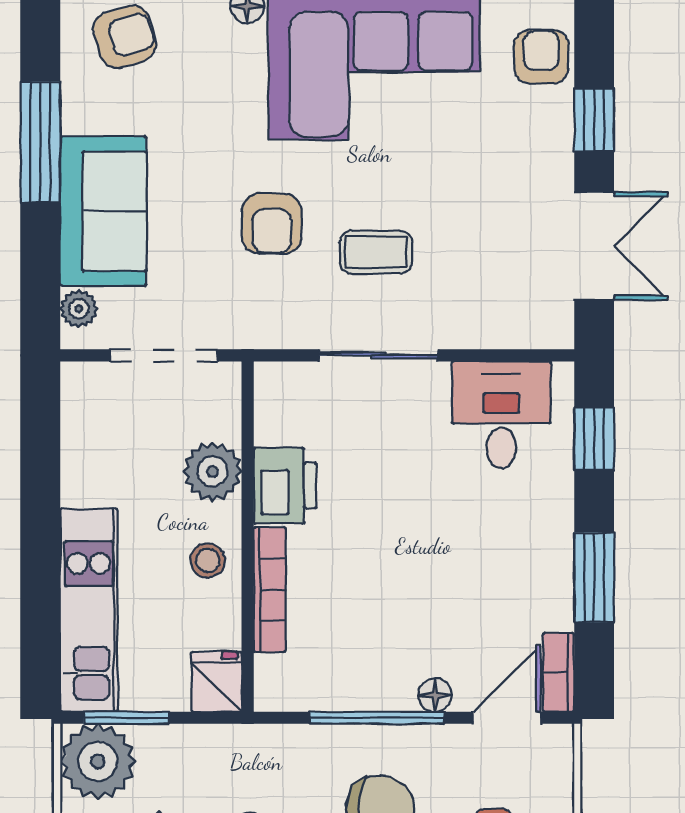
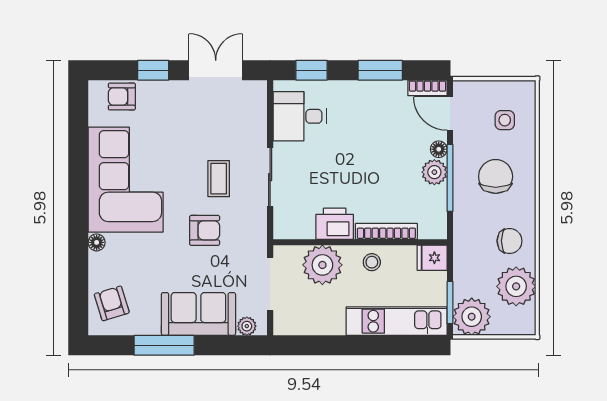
plant: (213, 471) -> (322, 265), width x1.36, depth x1.36
plant: (389, 686) -> (434, 172), added

